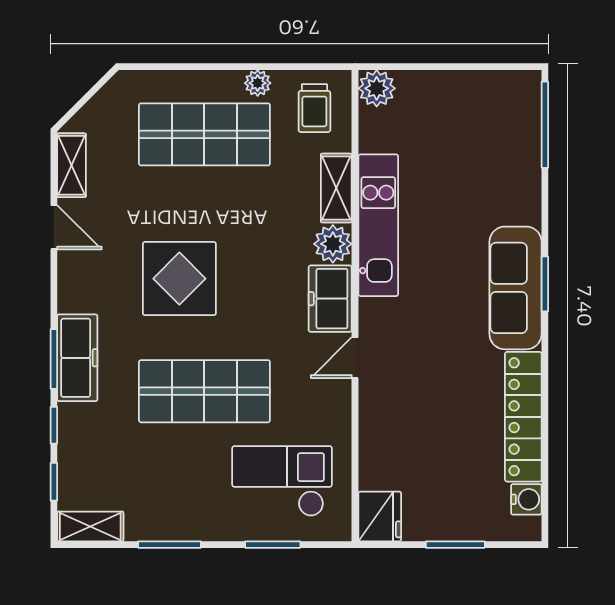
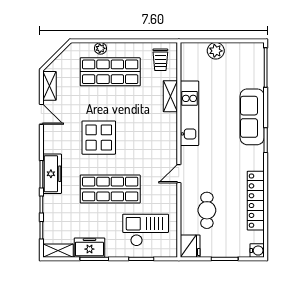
plant: (258, 83) -> (101, 48), moved
plant: (377, 88) -> (216, 51), moved
plant: (333, 244) -> (169, 122), removed
sofa: (515, 288) -> (252, 117), moved
freezer: (330, 299) -> (89, 248), moved, turned 90
cafe table: (416, 438) -> (207, 210), added
water cooler: (526, 499) -> (257, 251), moved

